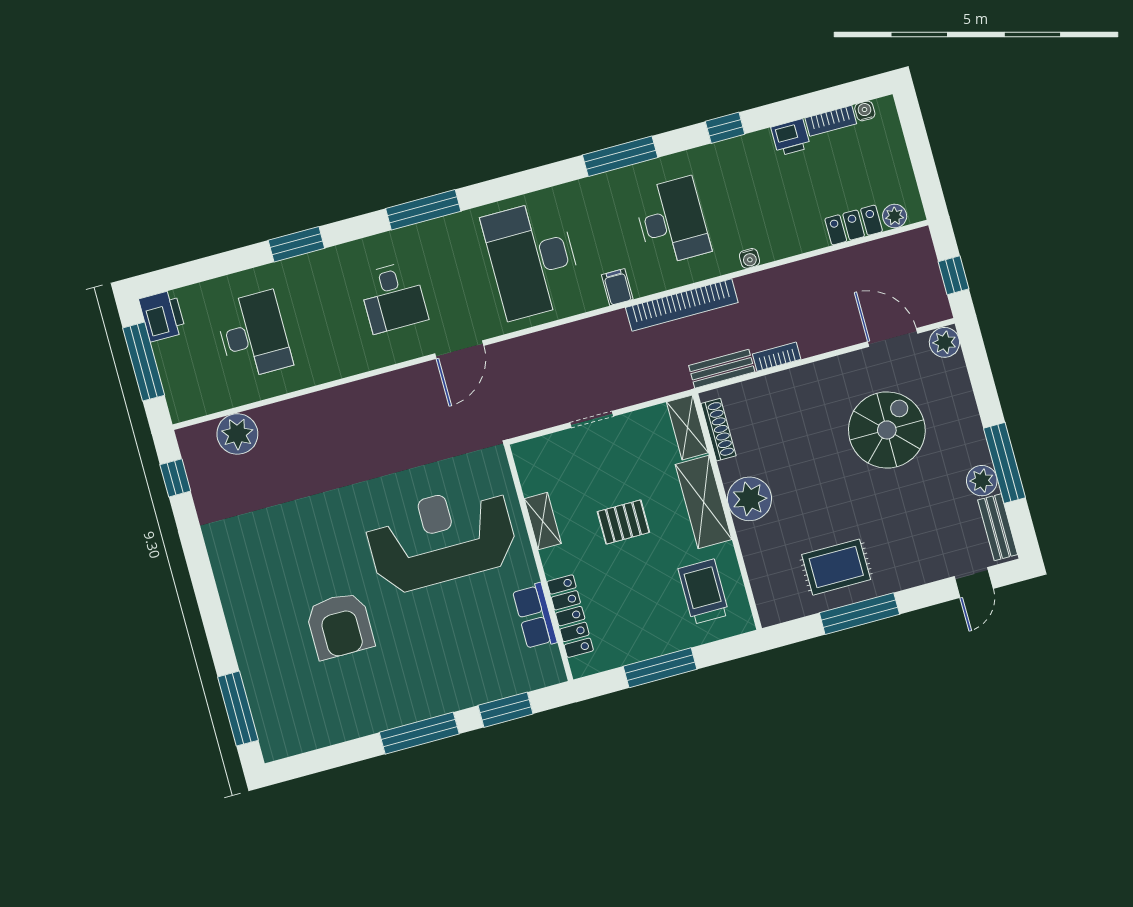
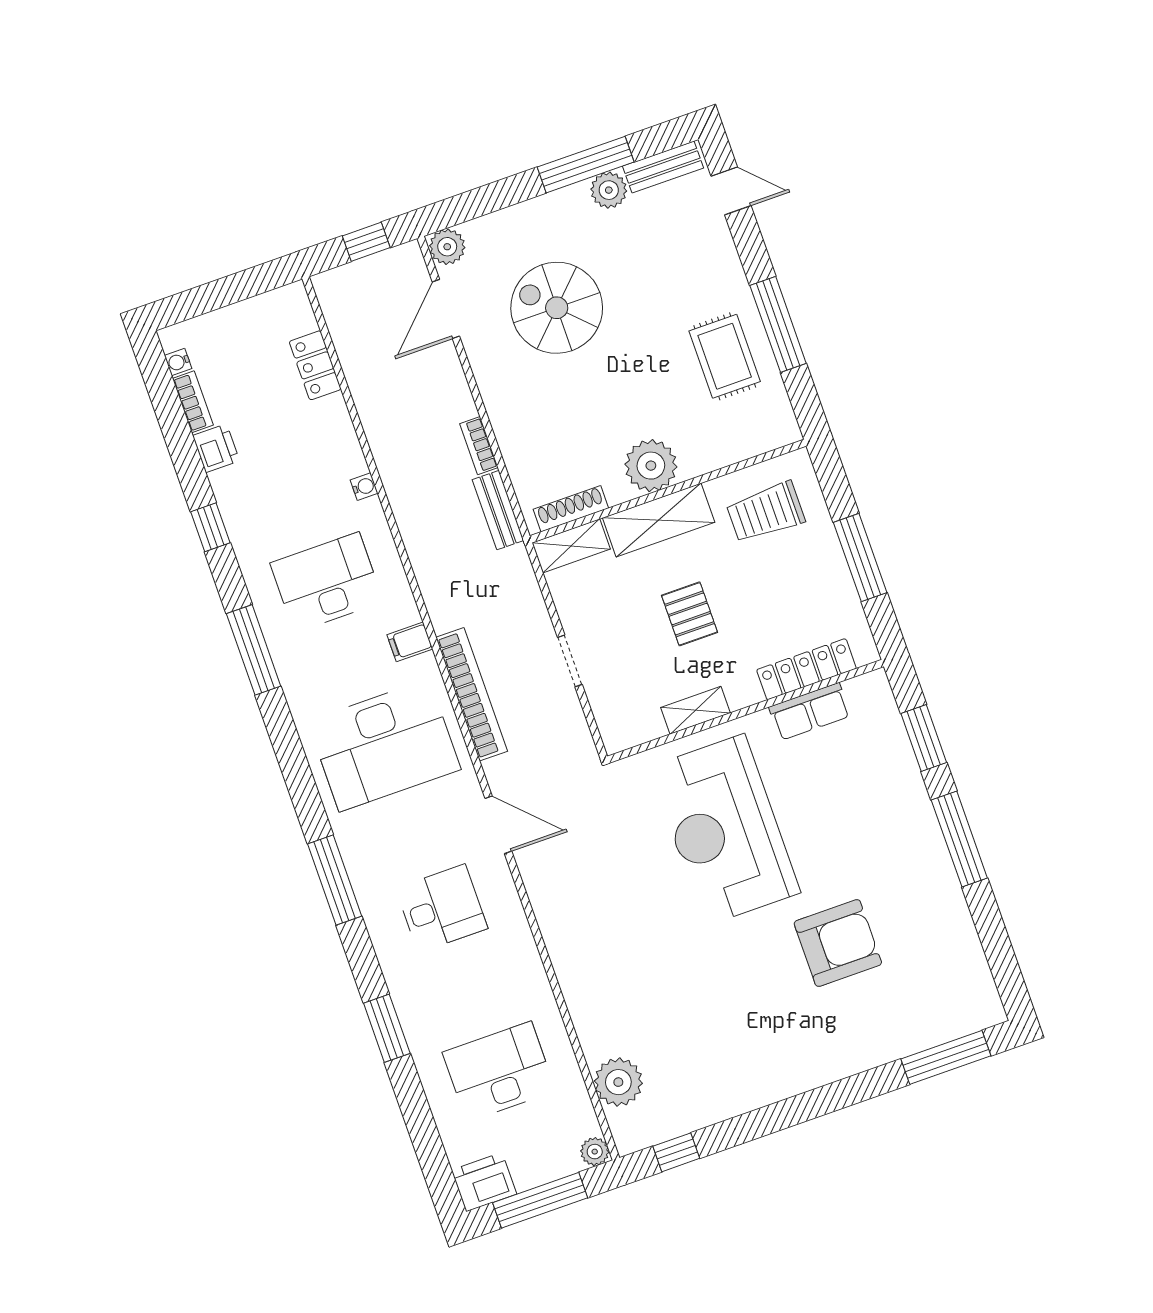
plant: (895, 216) -> (595, 1152), moved
bookcase: (682, 305) -> (472, 694), moved

